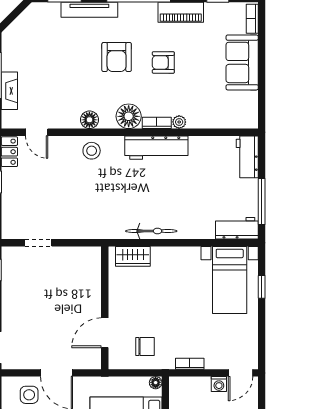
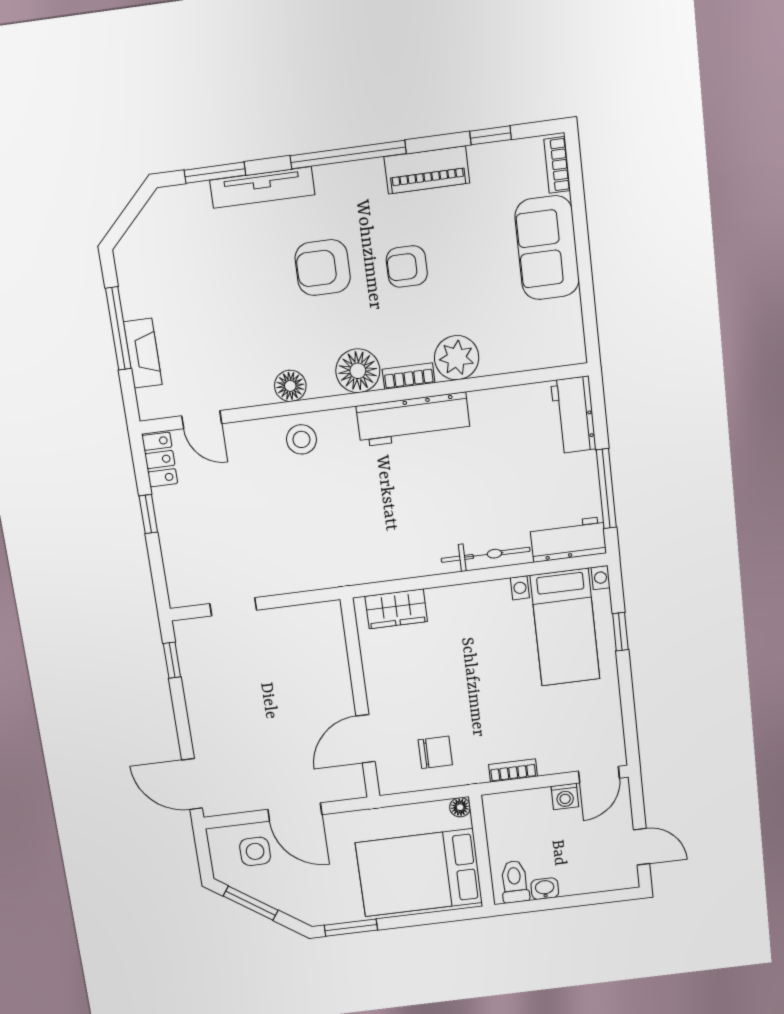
armchair: (117, 57) -> (323, 268), turned 90
plant: (179, 122) -> (457, 358), width x1.87, depth x1.87
bicycle: (151, 231) -> (486, 555), moved

